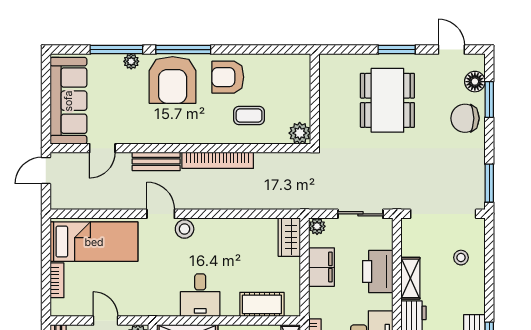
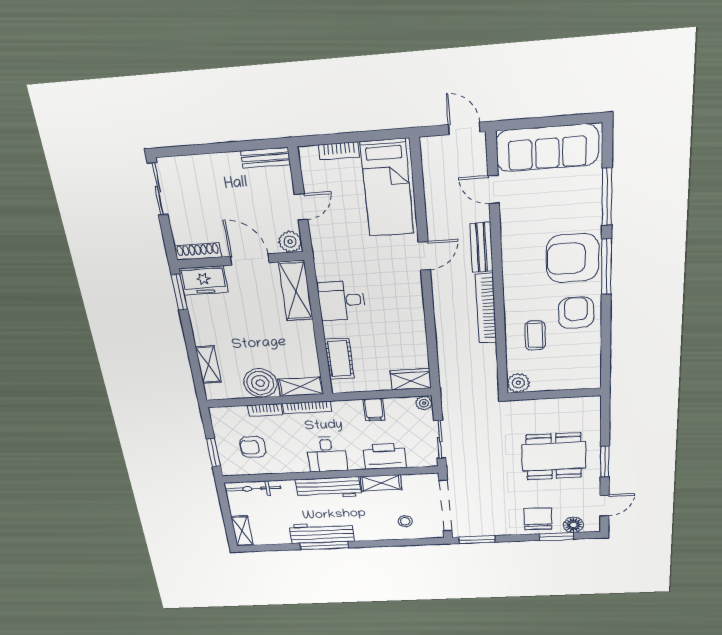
plant: (131, 61) -> (593, 214), removed
stool: (185, 229) -> (410, 281), removed
filing cabinet: (321, 267) -> (374, 410), width x0.50

